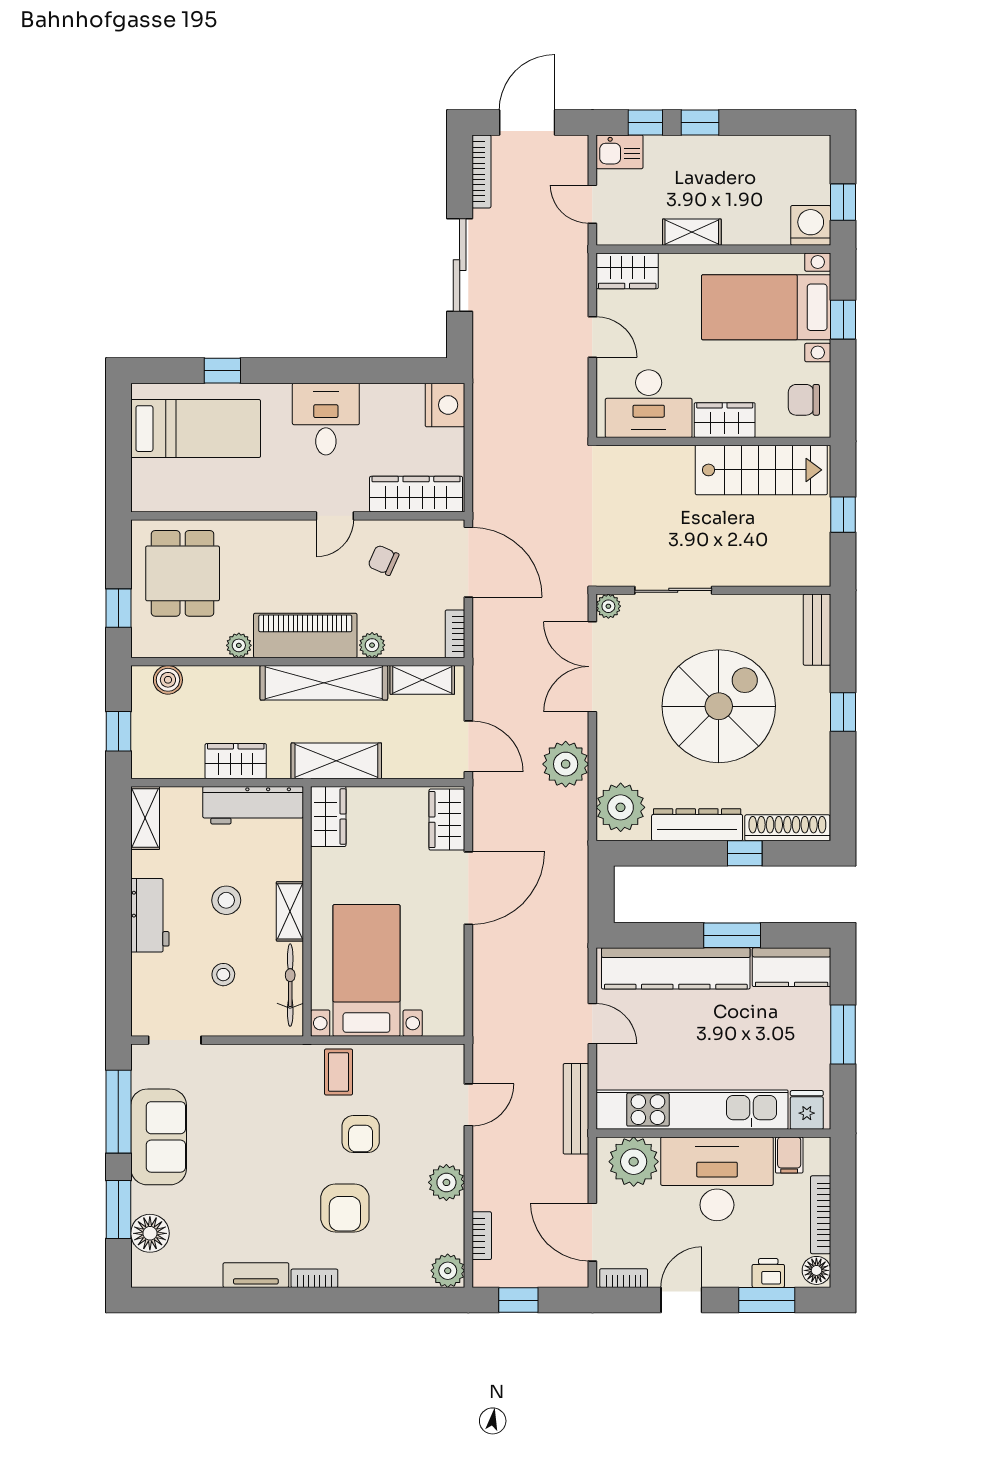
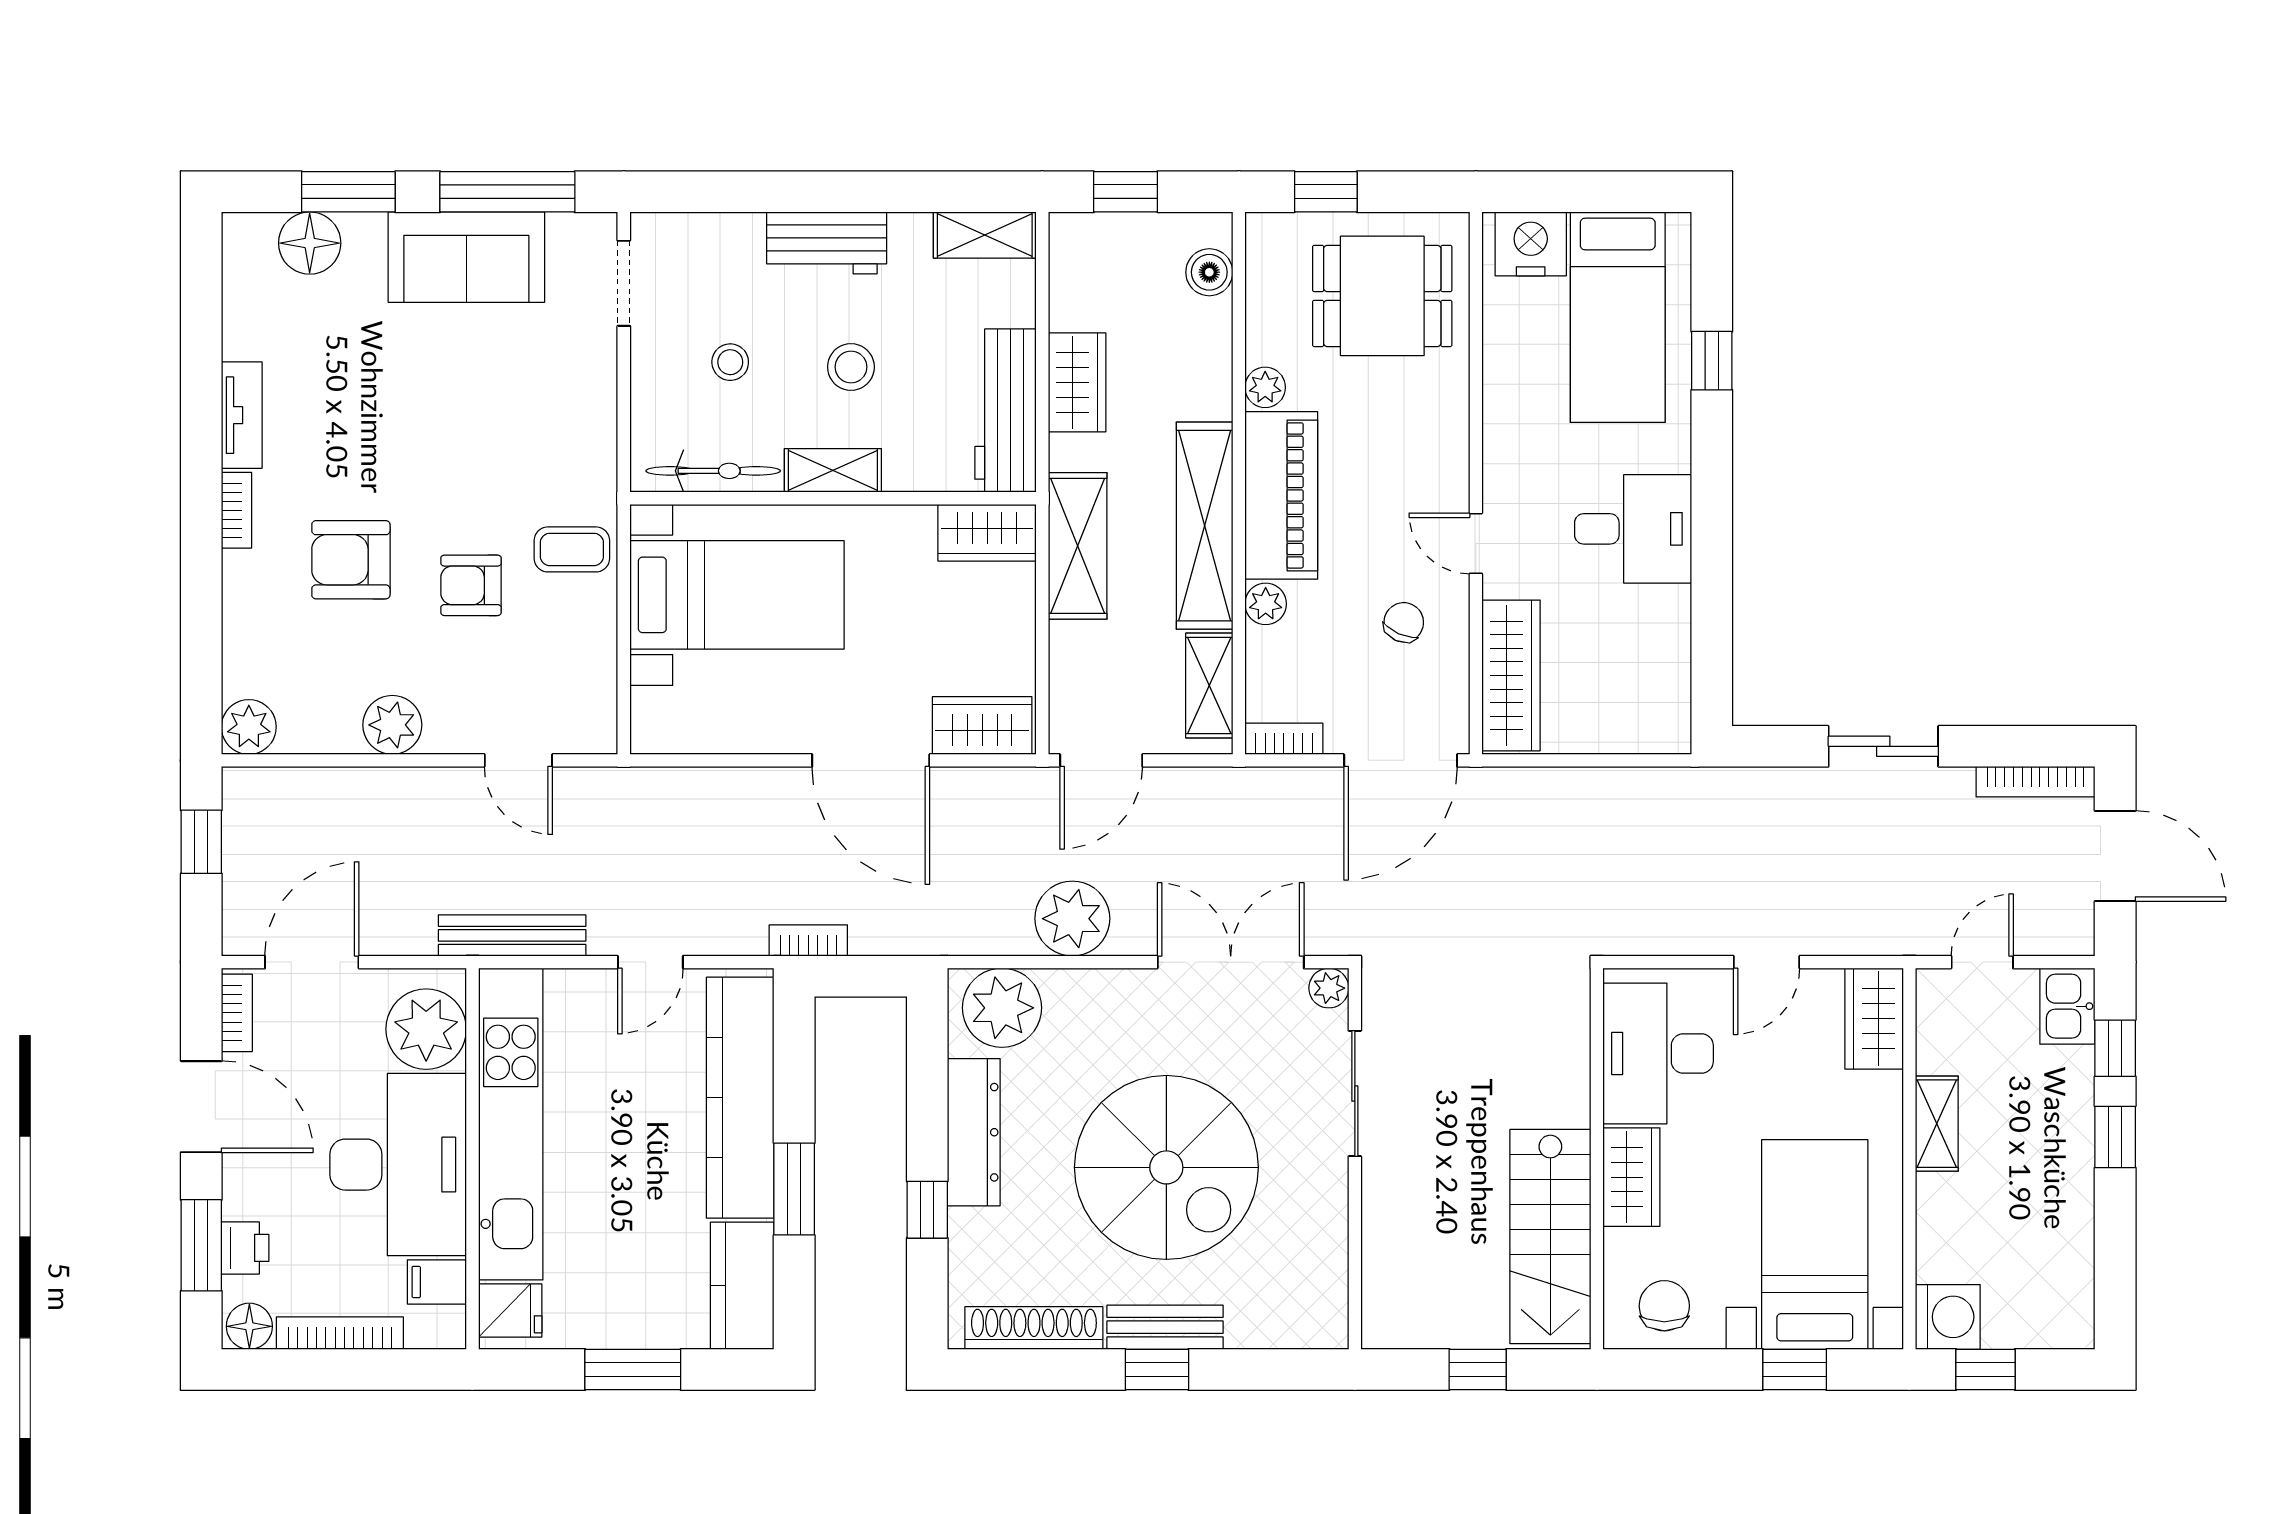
sliding door: (460, 265) -> (1883, 746), width x0.73
nightstand: (445, 405) -> (1531, 244), moved, turned 180
bench: (817, 630) -> (1165, 1327), moved
shoe rack: (787, 828) -> (1034, 1328), moved, turned -90
bookcase: (482, 1236) -> (808, 940), moved, turned 180
door: (681, 1300) -> (201, 1107), width x1.38

